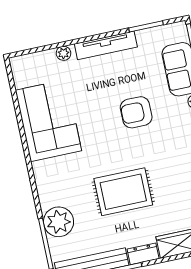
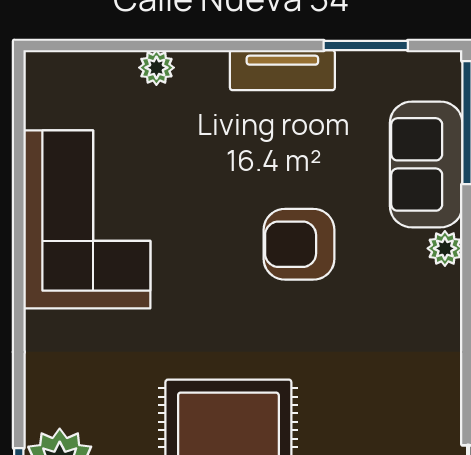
tv unit: (106, 45) -> (282, 70), width x0.71

